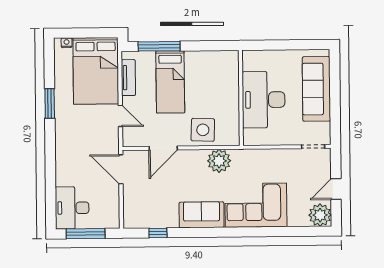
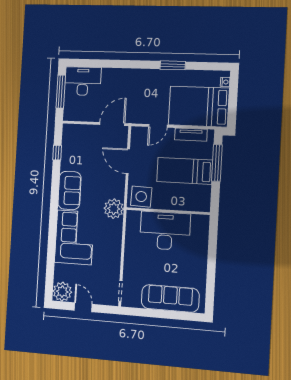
wall: (241, 98) -> (168, 211), moved
desk: (264, 100) -> (165, 231), moved

